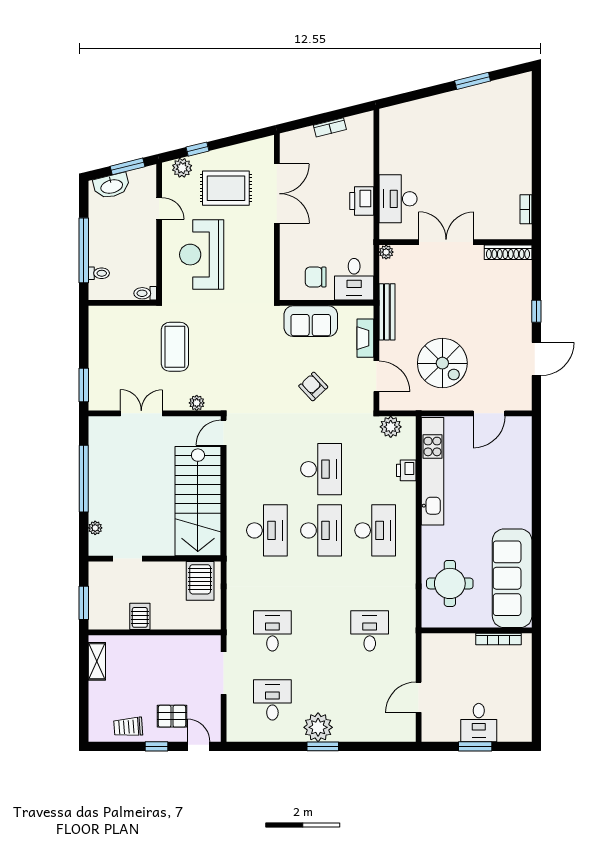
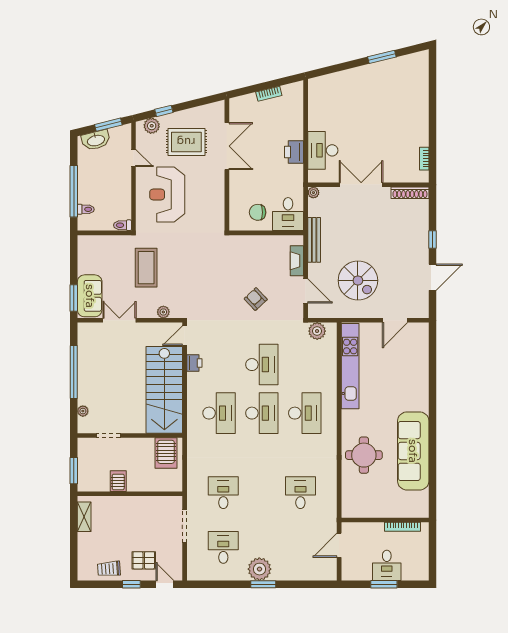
sofa: (311, 321) -> (90, 296), moved, turned -90
printer: (406, 470) -> (194, 363), moved, turned 180
wall: (477, 630) -> (385, 520), moved
bookcase: (499, 639) -> (403, 527), moved

